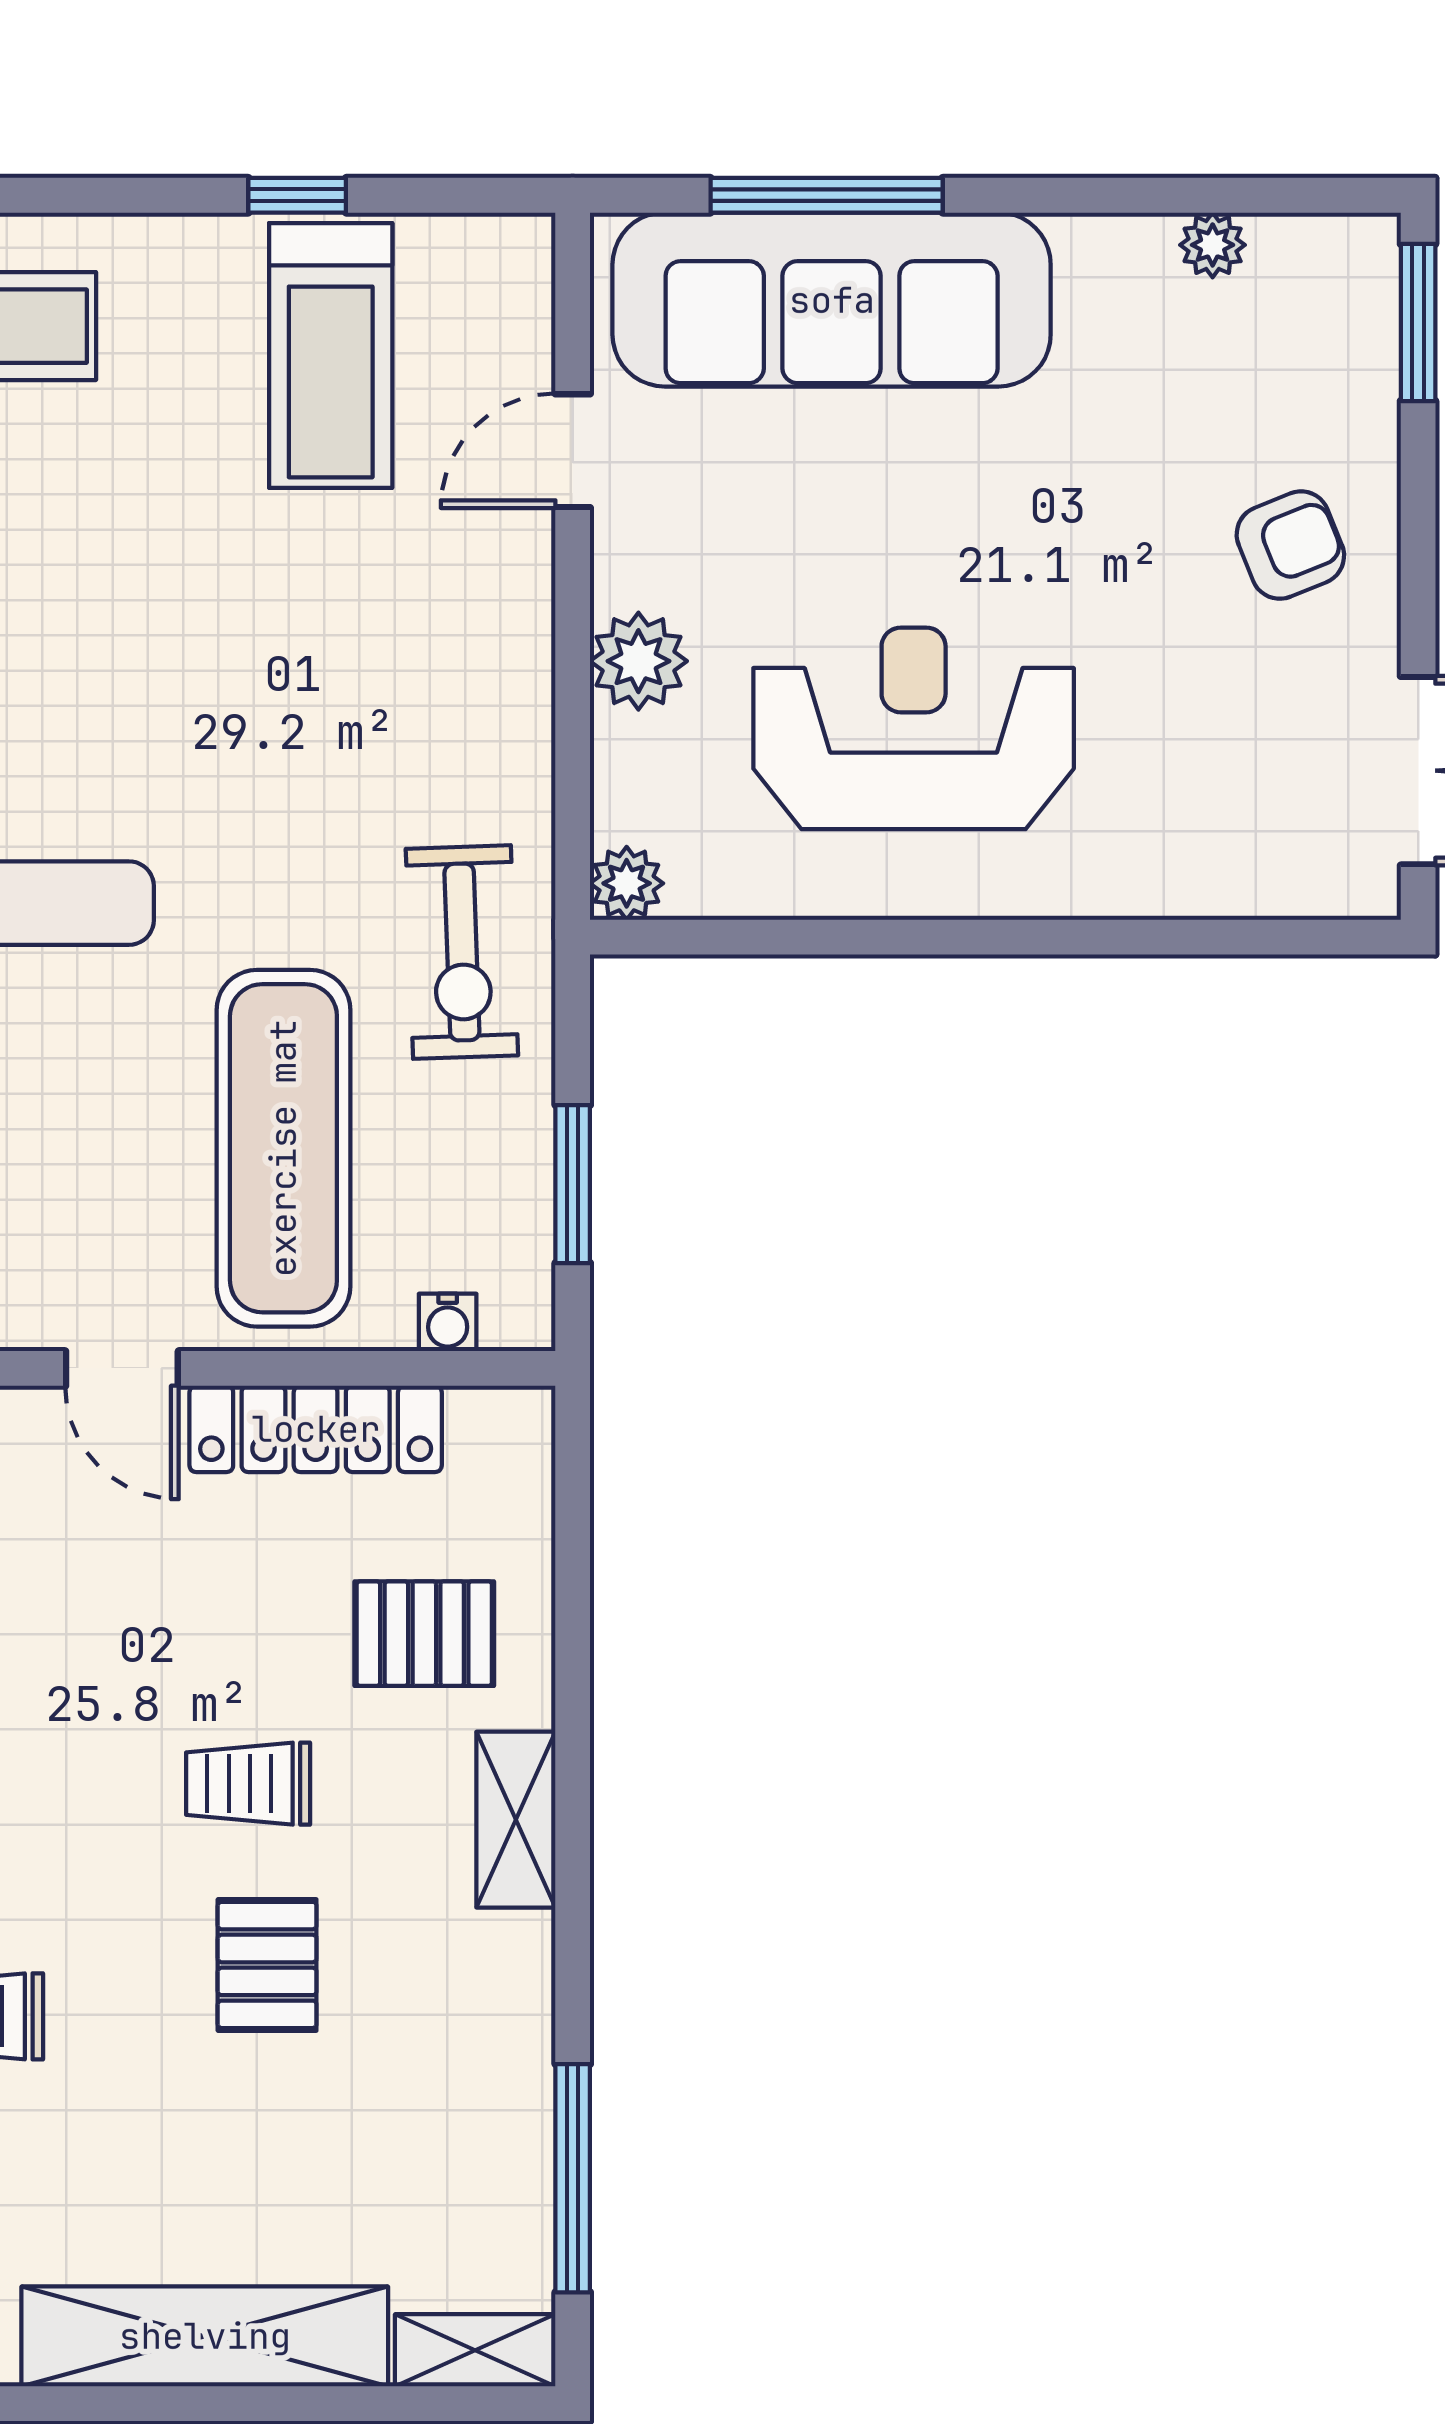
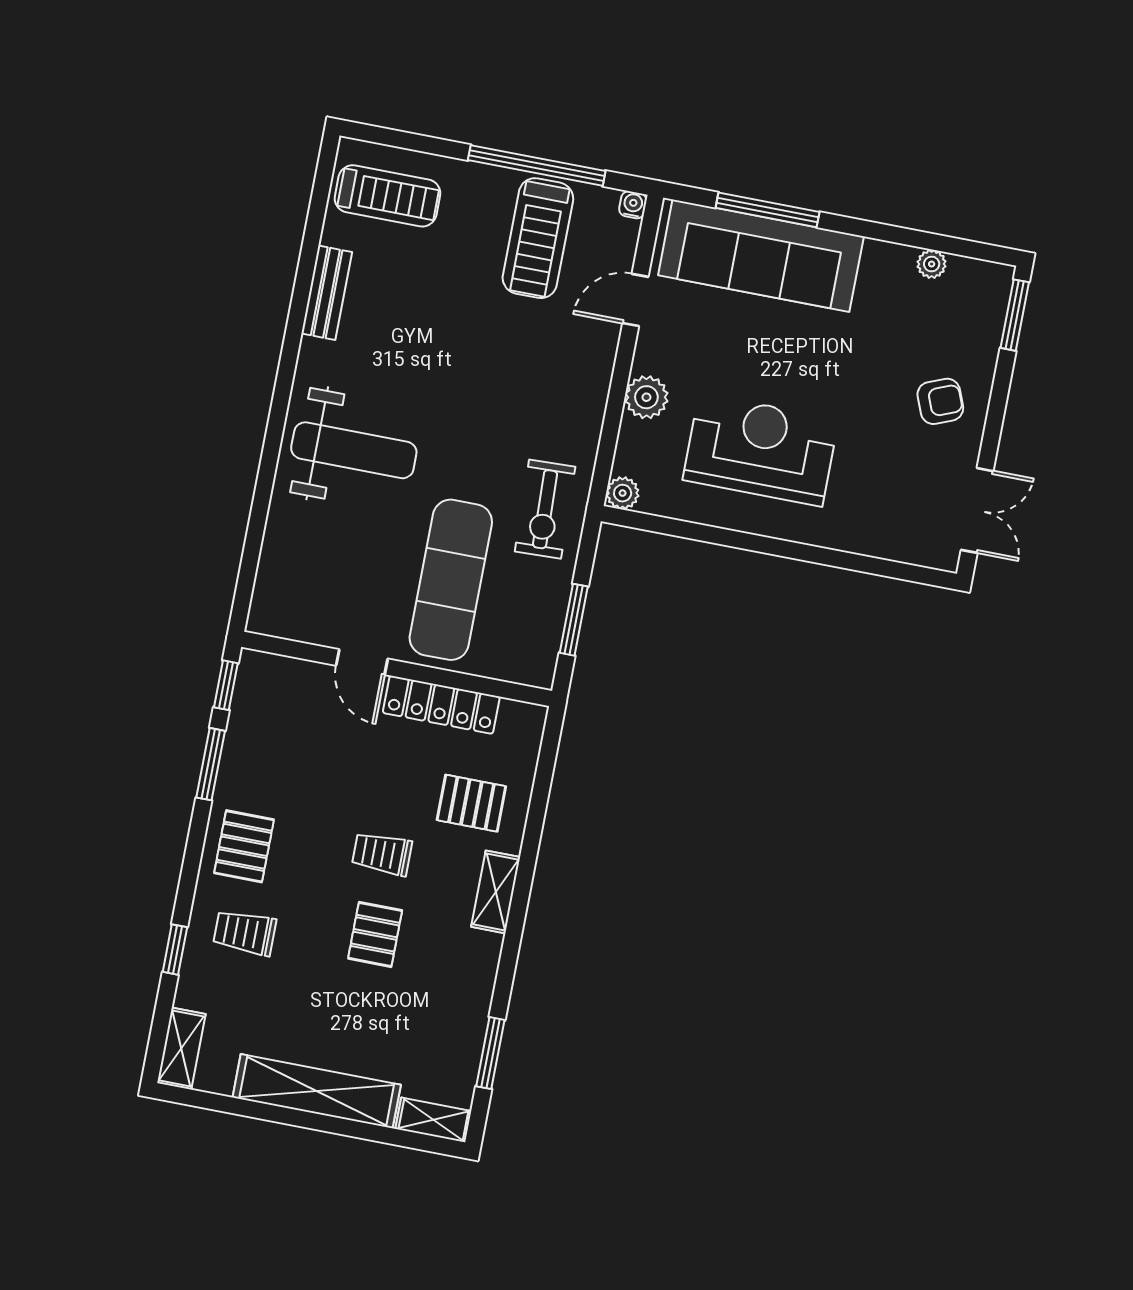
window: (297, 195) -> (537, 165), width x3.17
water cooler: (448, 1322) -> (633, 205), moved, turned 180
window: (573, 2178) -> (490, 1053), width x0.69

